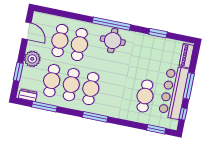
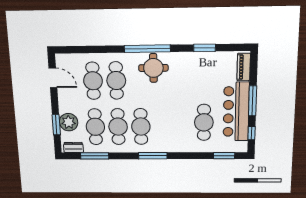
plant: (32, 59) -> (69, 122), moved

